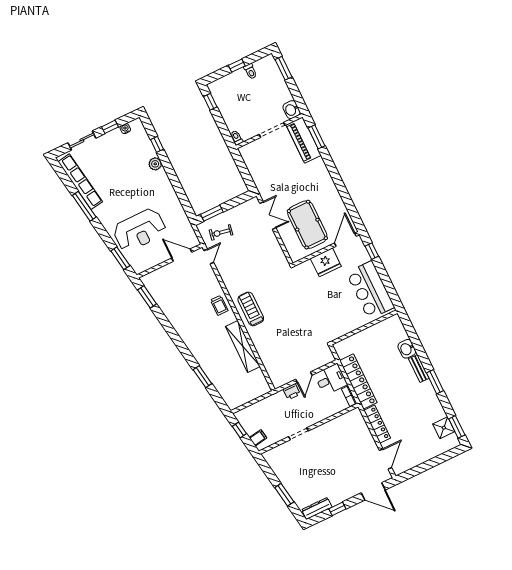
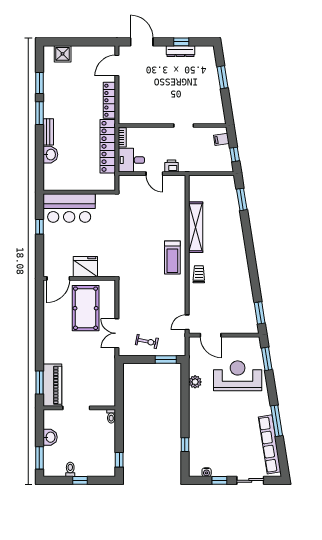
washbasin: (292, 110) -> (50, 437), moved
plant: (155, 164) -> (195, 382), moved
exercise bike: (221, 232) -> (147, 341), moved
window: (372, 251) -> (39, 227), moved
bar counter: (370, 290) -> (69, 208), moved, turned 90
window: (202, 377) -> (242, 199), moved
door: (304, 377) -> (154, 174), swing flipped
window: (457, 427) -> (39, 83), moved
shower: (444, 428) -> (63, 54), moved
dresser: (317, 508) -> (180, 51), moved

